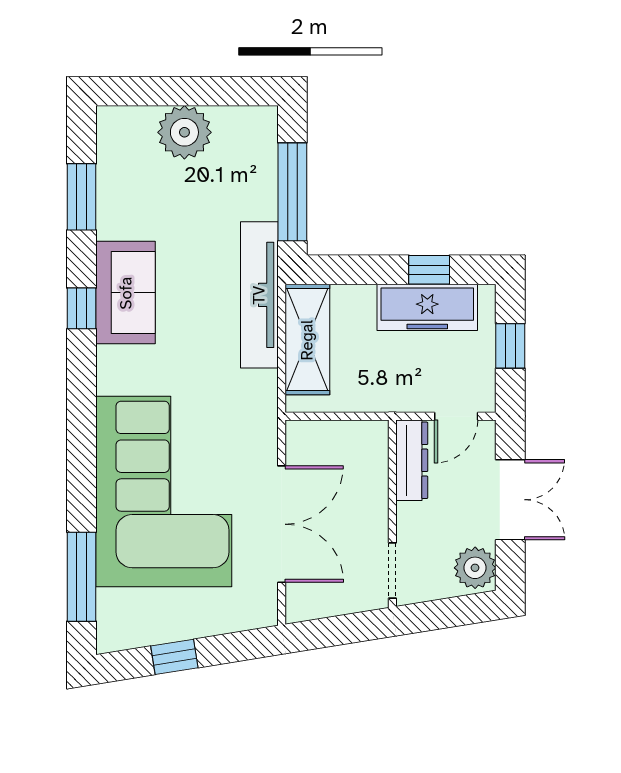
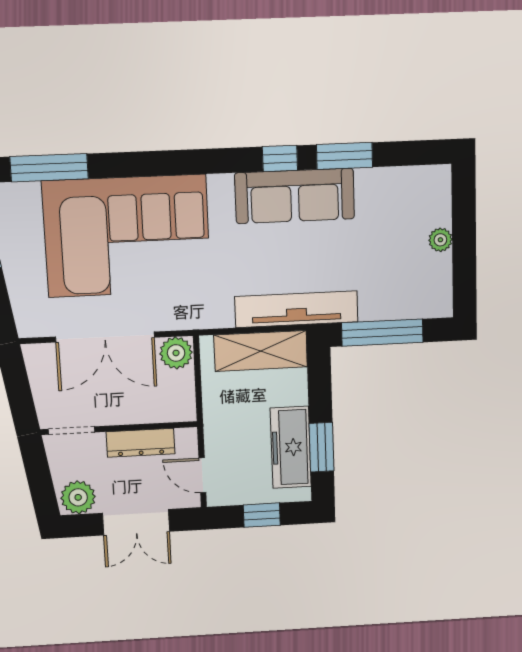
plant: (184, 132) -> (440, 240), width x0.53, depth x0.53
window: (82, 197) -> (345, 156), moved
window: (429, 270) -> (321, 447), width x1.50
sofa: (126, 293) -> (295, 196), width x1.36
plant: (305, 441) -> (176, 353), added
dresser: (412, 460) -> (141, 443), moved

